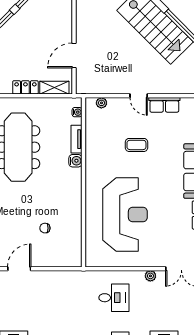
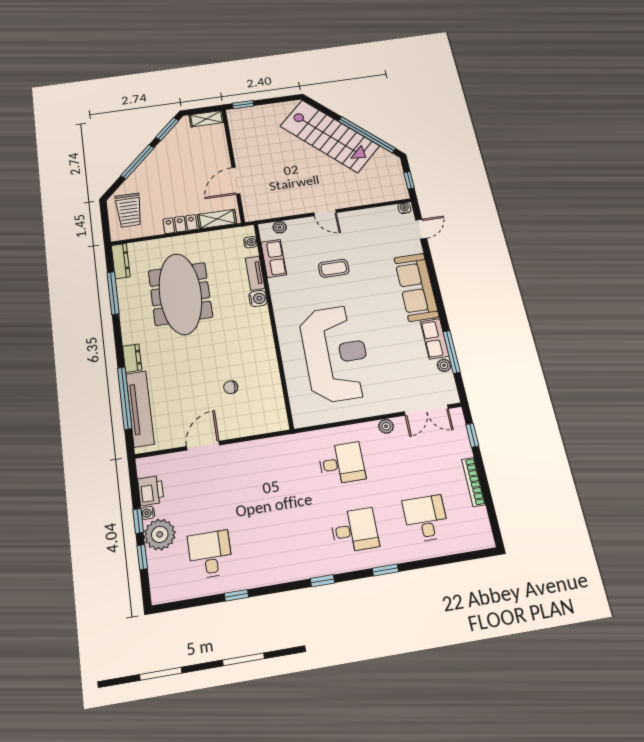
row of seats: (164, 105) -> (274, 258), moved, turned -90

